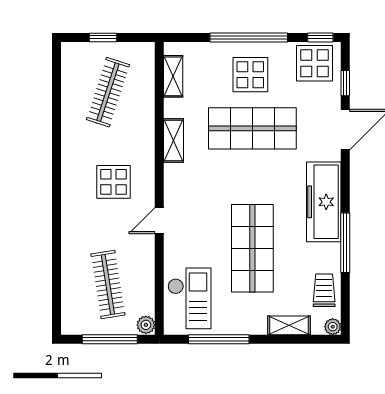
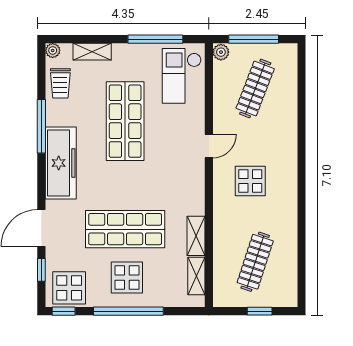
shelving: (174, 141) -> (196, 236), moved
clothes rail: (108, 285) -> (255, 88), turned 30

